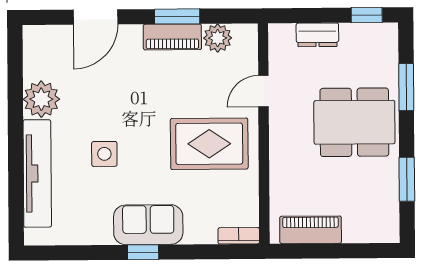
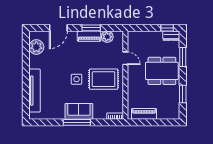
dresser: (317, 35) -> (171, 36), moved
door: (263, 91) -> (125, 58), swing flipped
plant: (41, 99) -> (36, 47), moved
side table: (104, 154) -> (76, 79), moved
window: (143, 252) -> (77, 122), width x2.17

